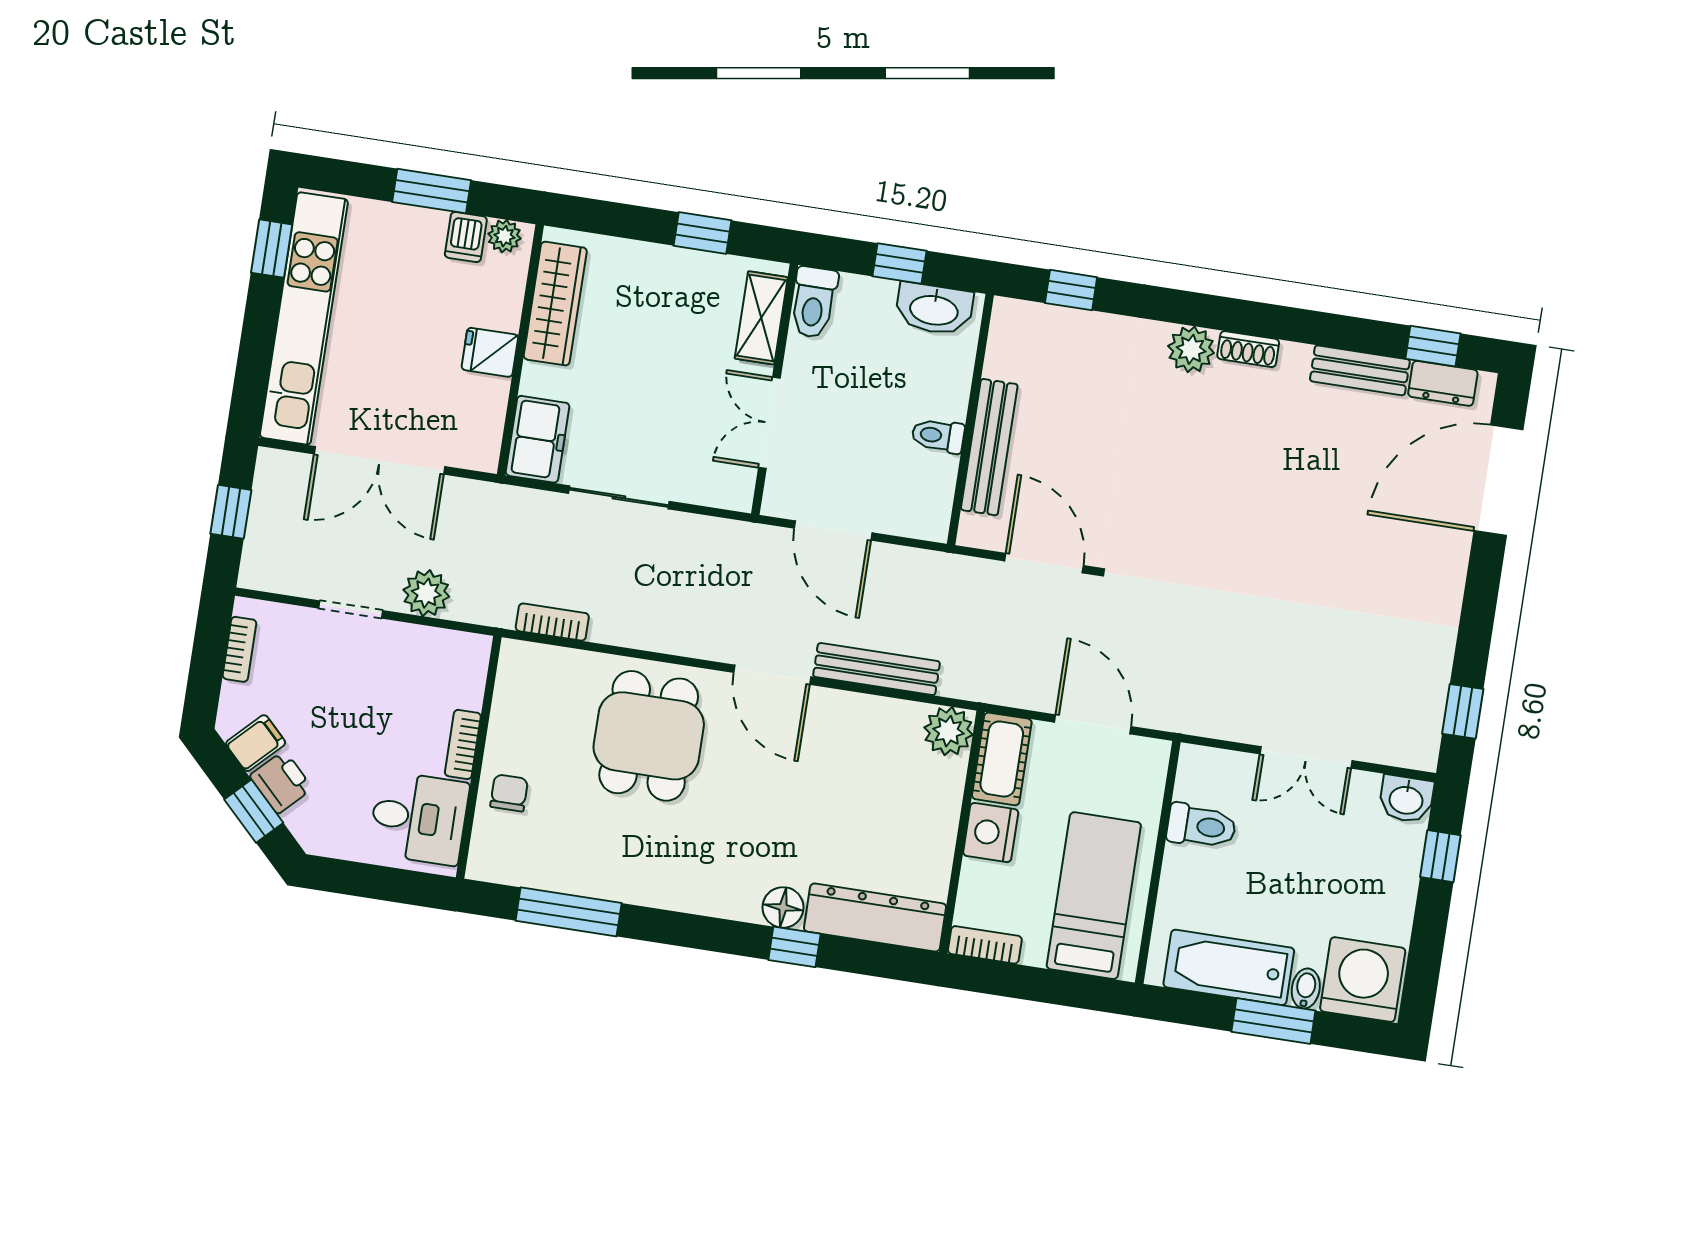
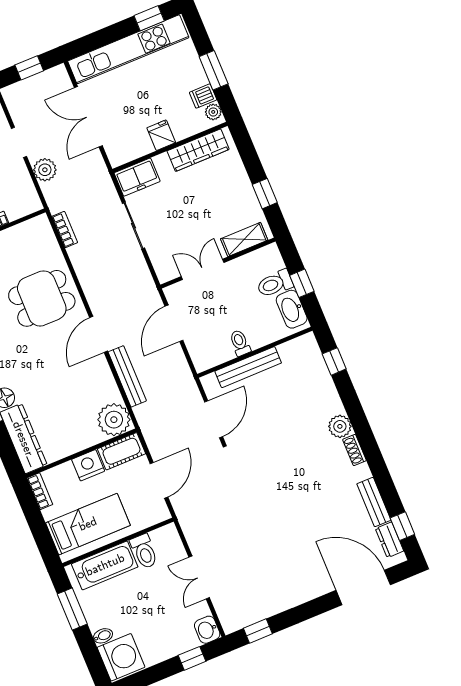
toilet: (814, 302) -> (275, 284), moved
plant: (948, 731) -> (114, 420), width x1.36, depth x1.36
bathtub: (1229, 967) -> (105, 565), moved, turned 90
window: (1273, 1021) -> (72, 609), moved

